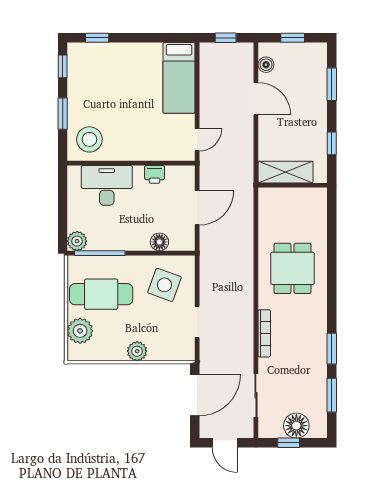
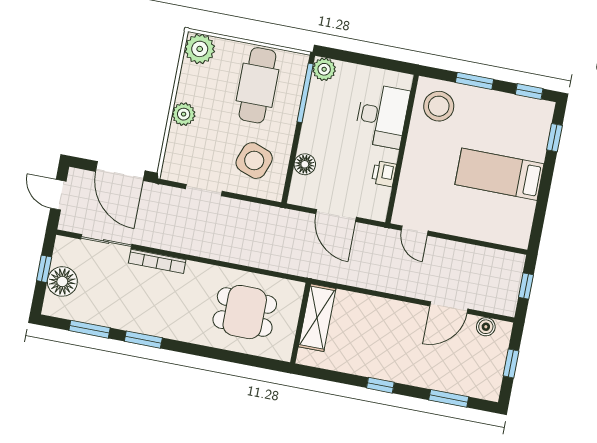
bed: (179, 78) -> (499, 174), moved
shelving: (286, 172) -> (317, 318), moved
wall: (293, 185) -> (300, 323), moved
plant: (80, 331) -> (200, 49), moved
bookcase: (264, 333) -> (157, 261), moved
door: (225, 443) -> (58, 195), hinge flipped

